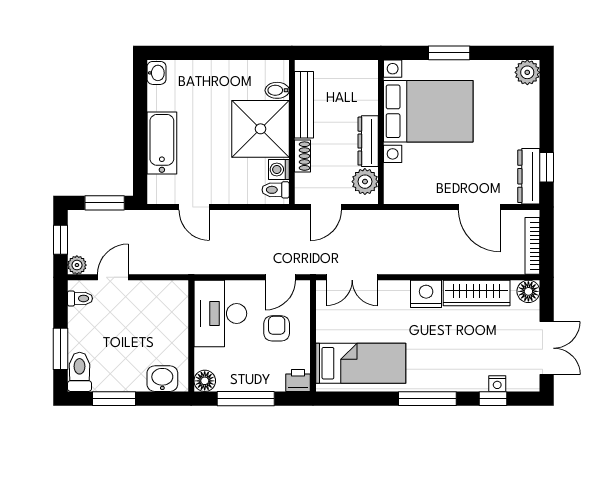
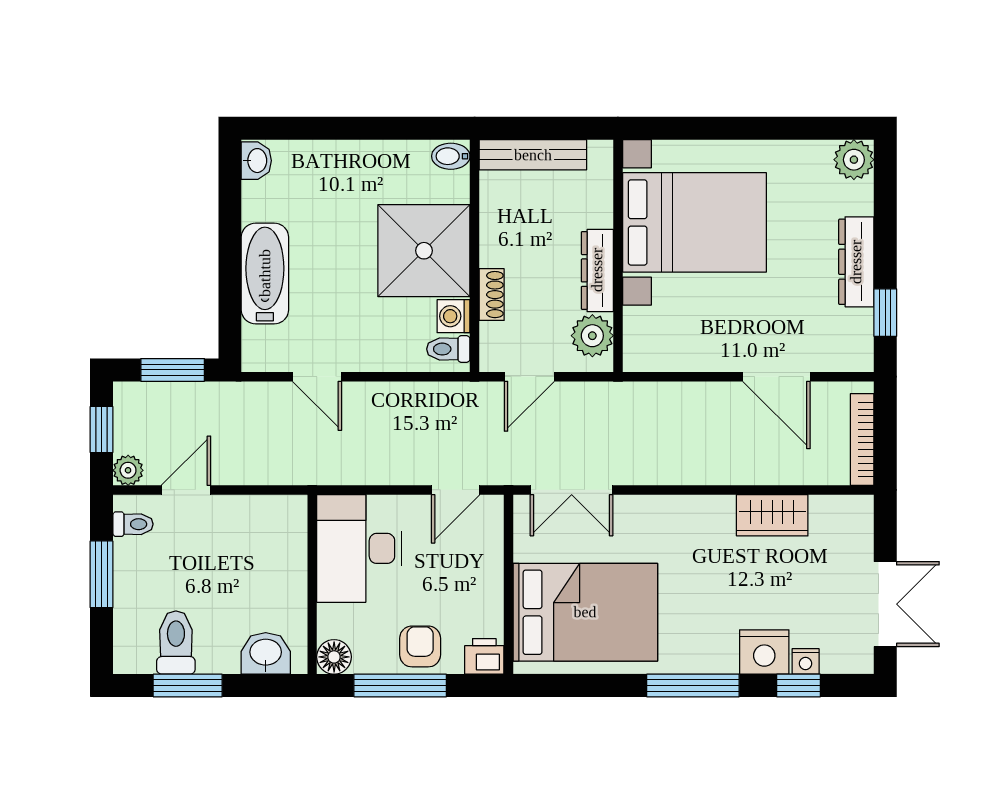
window: (449, 53) -> (728, 128), removed
bidet: (277, 90) -> (451, 156), moved
bench: (304, 105) -> (533, 155), moved, turned 90
dresser: (529, 176) -> (856, 262), moved
floor lamp: (528, 291) -> (856, 513), removed
wardrobe: (477, 293) -> (772, 515), width x0.67
nightstand: (426, 294) -> (764, 652), moved, turned 180
armchair: (277, 328) -> (420, 646), moved
window: (61, 349) -> (102, 574), moved
bed: (361, 363) -> (585, 612), width x1.50
toilet: (80, 372) -> (176, 642), moved

